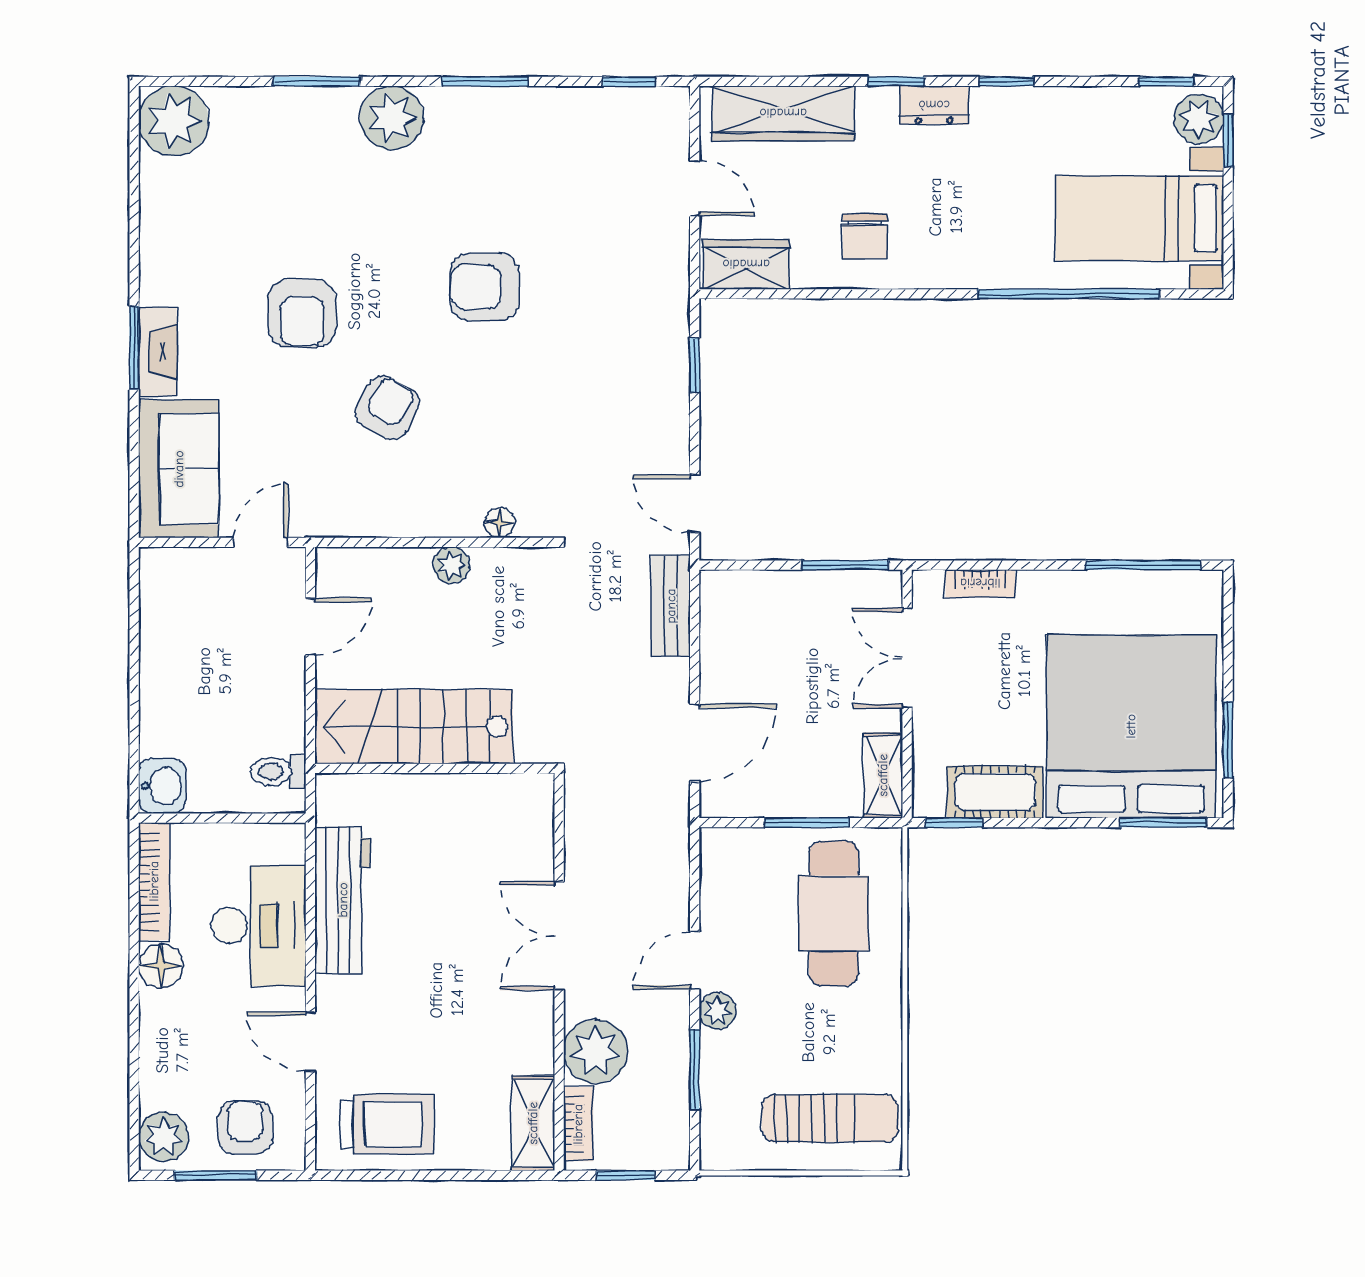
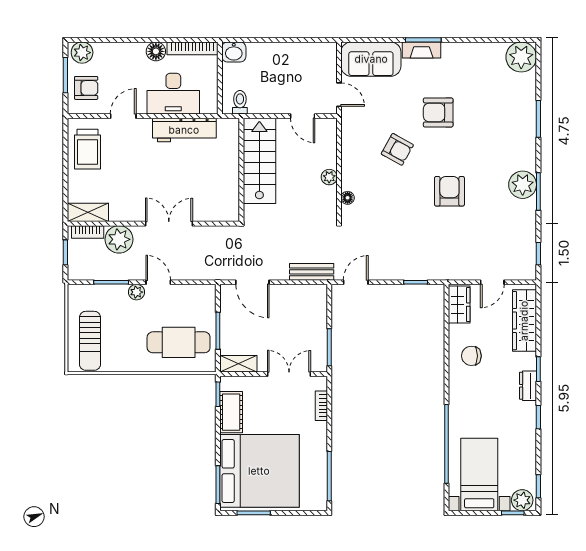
plant: (392, 118) -> (523, 185), moved

